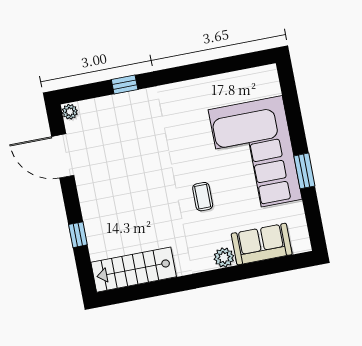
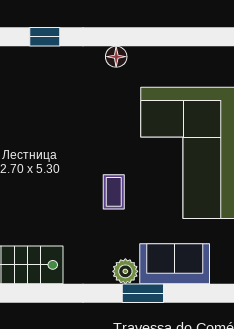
floor lamp: (184, 89) -> (116, 57), added
window: (241, 272) -> (143, 293), added

